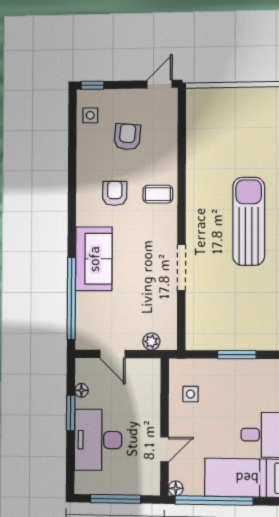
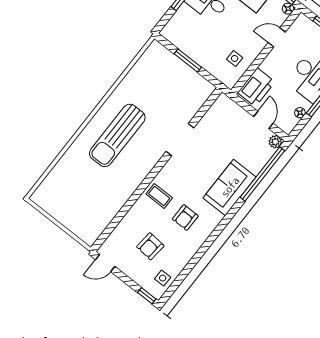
plant: (151, 342) -> (275, 142), moved
printer: (146, 382) -> (256, 87), added

